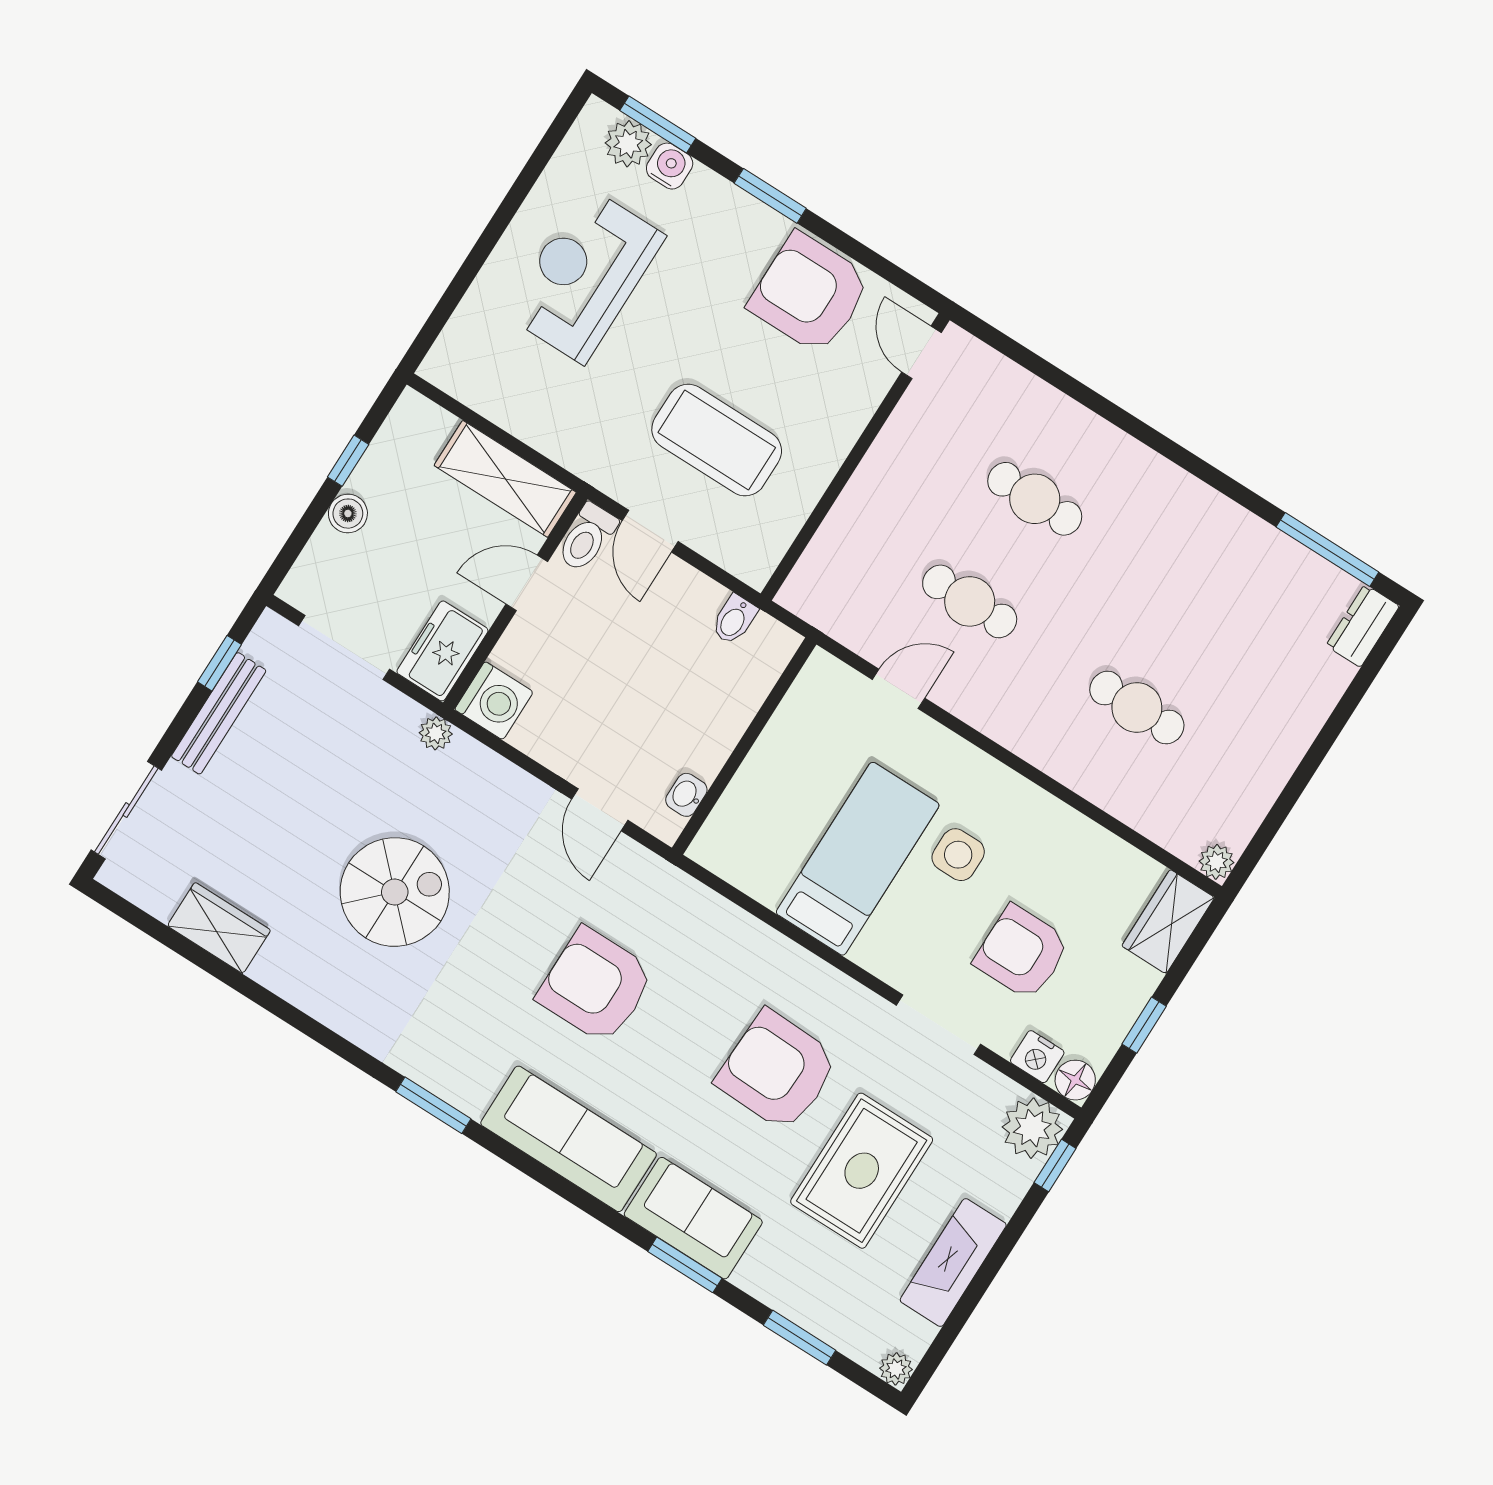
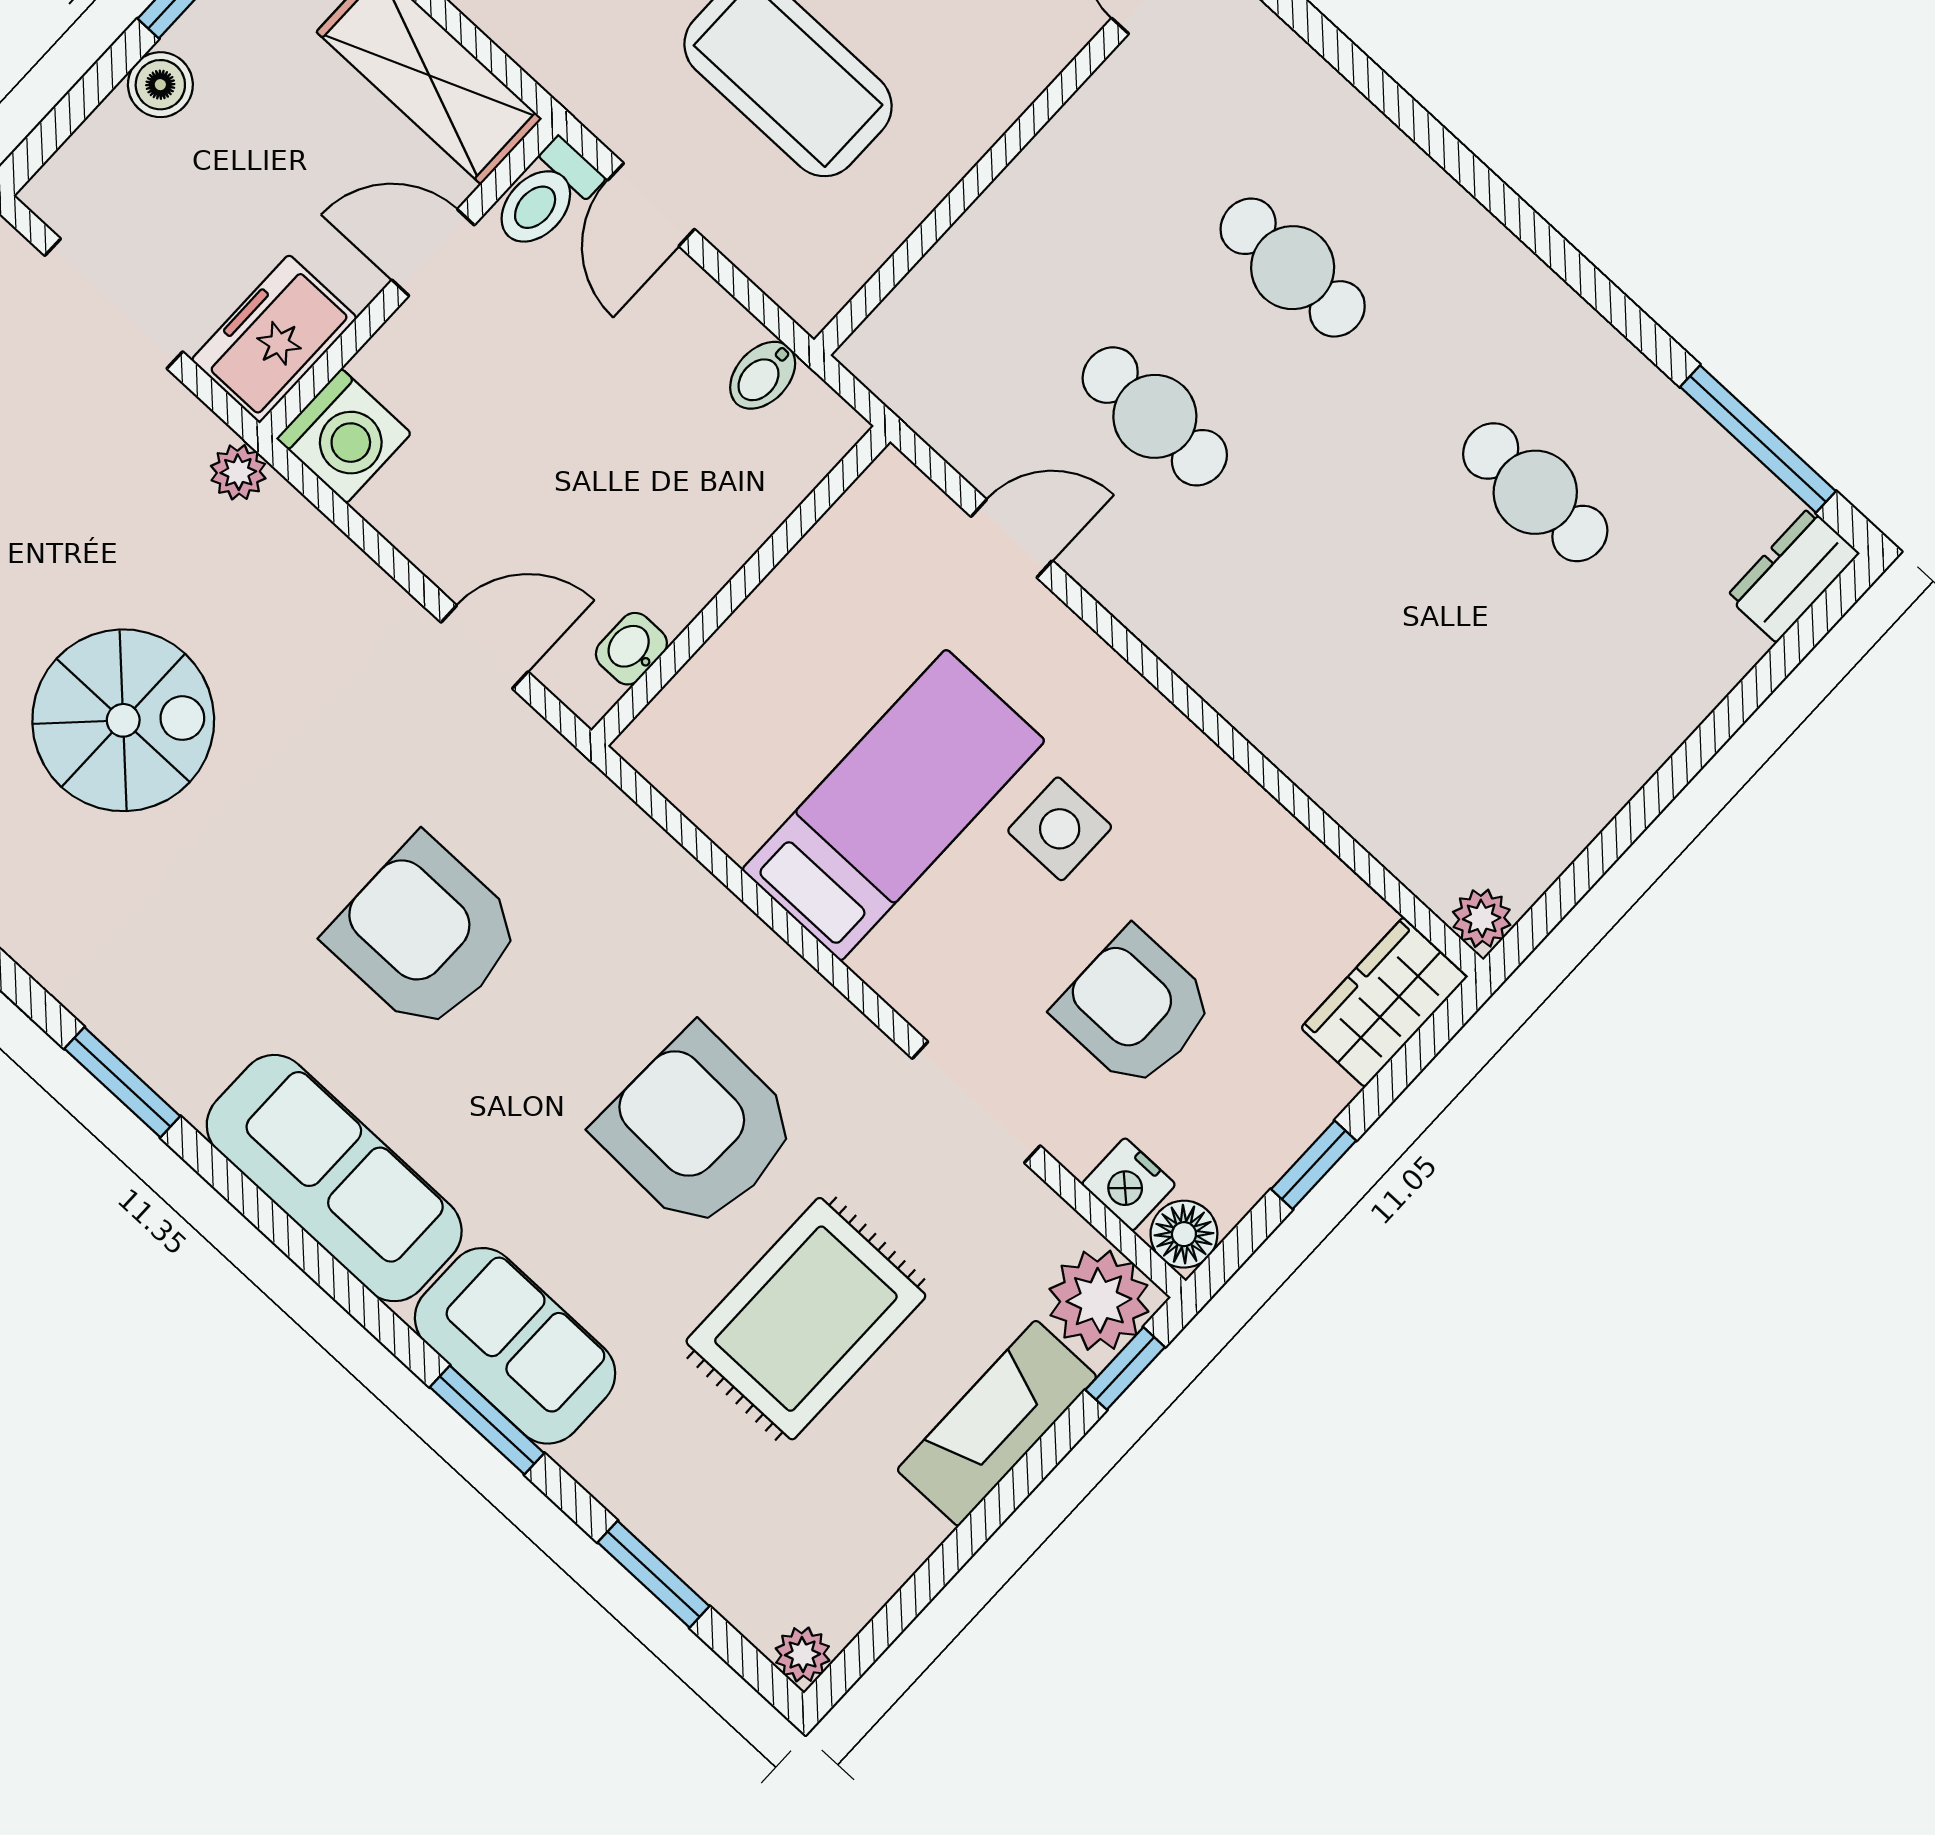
cafe table: (1137, 708) -> (1535, 492), moved
door: (600, 810) -> (484, 647), swing flipped
fireplace: (953, 1263) -> (997, 1423), moved

